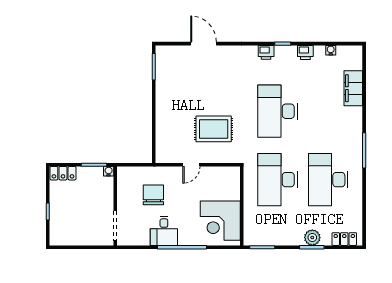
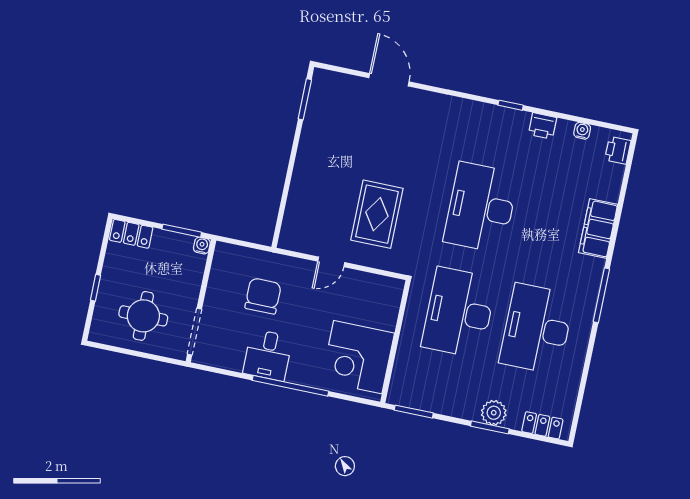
printer: (266, 52) -> (618, 150), moved, turned 90
filing cabinet: (353, 88) -> (598, 228), moved
rug: (214, 129) -> (377, 214), turned 90
round table: (81, 223) -> (143, 316), added

